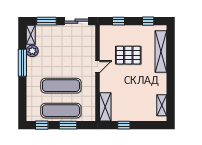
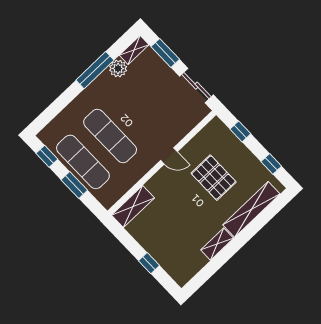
shelving: (162, 105) -> (217, 244), moved
window: (124, 125) -> (149, 263), moved

